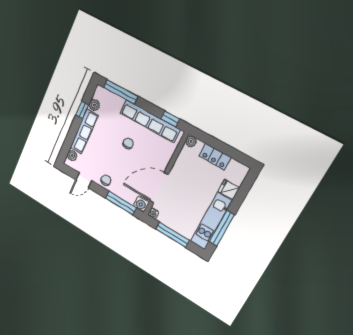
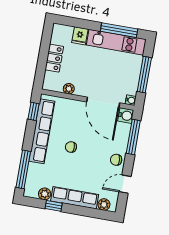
plant: (191, 141) -> (69, 89), moved
door: (84, 180) -> (125, 184), swing flipped

